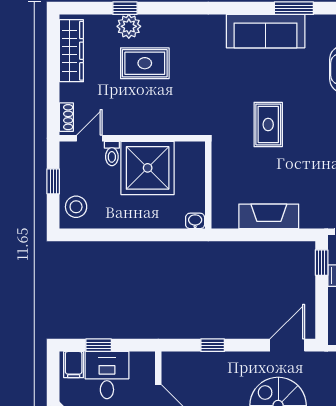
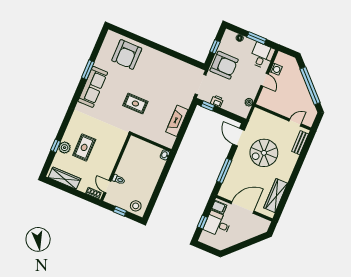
shower: (148, 168) -> (132, 166), removed
window: (213, 345) -> (224, 171), width x2.17
filing cabinet: (74, 365) -> (219, 207), moved

